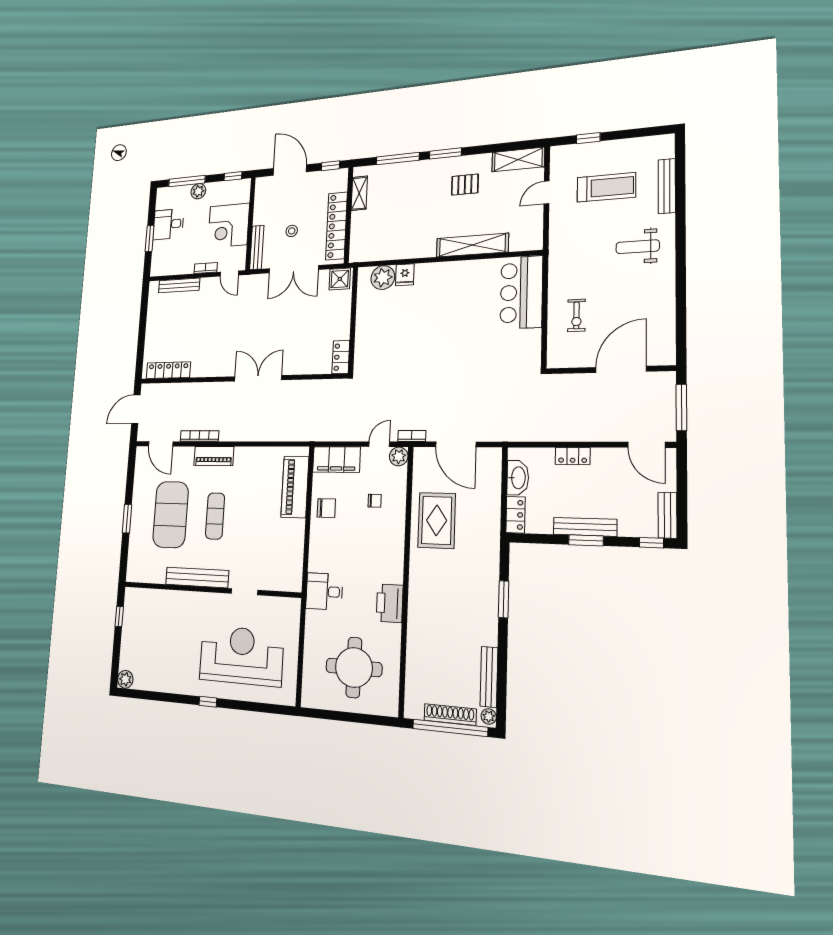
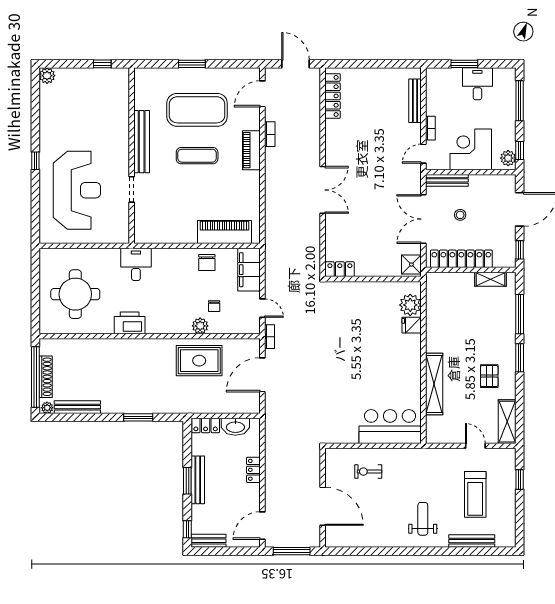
plant: (198, 191) -> (508, 158), moved
bookcase: (199, 436) -> (270, 134), width x0.64
plant: (399, 456) -> (200, 326), moved

